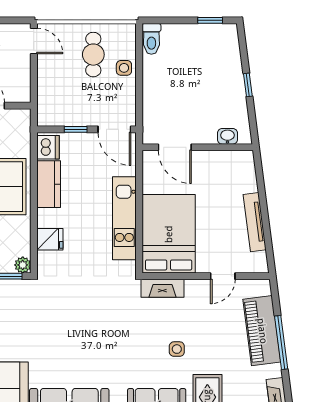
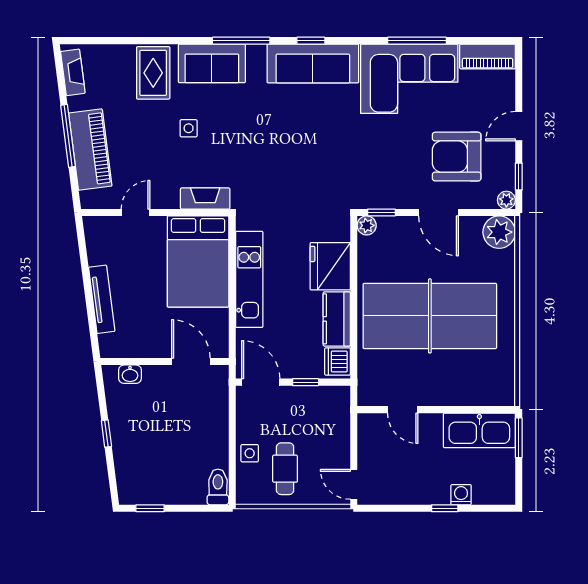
tv unit: (255, 222) -> (102, 299), moved
fridge: (50, 239) -> (330, 266), width x1.88, depth x1.34

